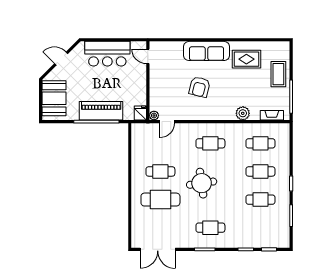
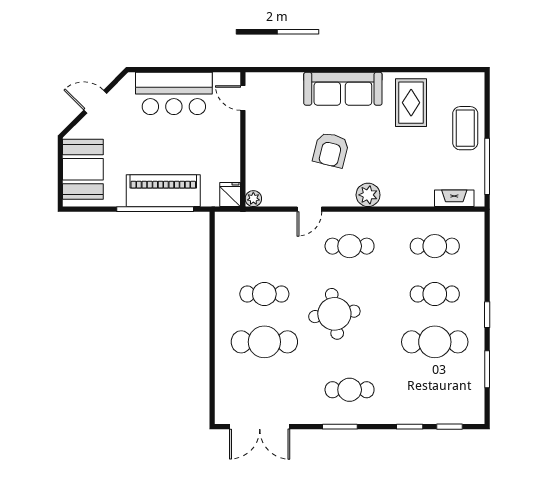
rug: (246, 59) -> (411, 103), turned 90
plant: (243, 113) -> (368, 195), moved
door: (167, 122) -> (309, 209), moved
cafe table: (260, 200) -> (435, 342), width x1.37, depth x1.35

